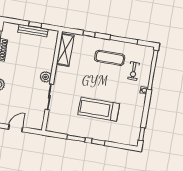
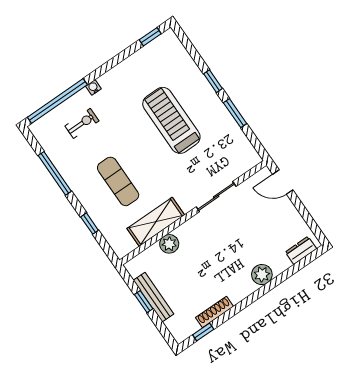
shelving: (65, 50) -> (156, 222), moved
exercise mat: (110, 58) -> (118, 181), moved
plant: (46, 77) -> (169, 244), moved
treadmill: (99, 109) -> (171, 120), turned 180
door: (16, 128) -> (283, 182), moved

